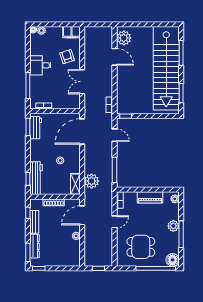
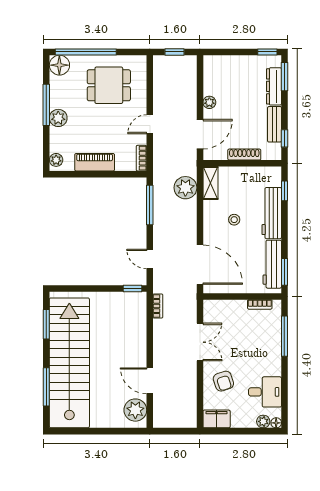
desk: (40, 65) -> (265, 392), moved
workbench: (36, 128) -> (272, 264), width x1.38
door: (82, 131) -> (200, 265), hinge flipped
workbench: (36, 178) -> (272, 213), moved

